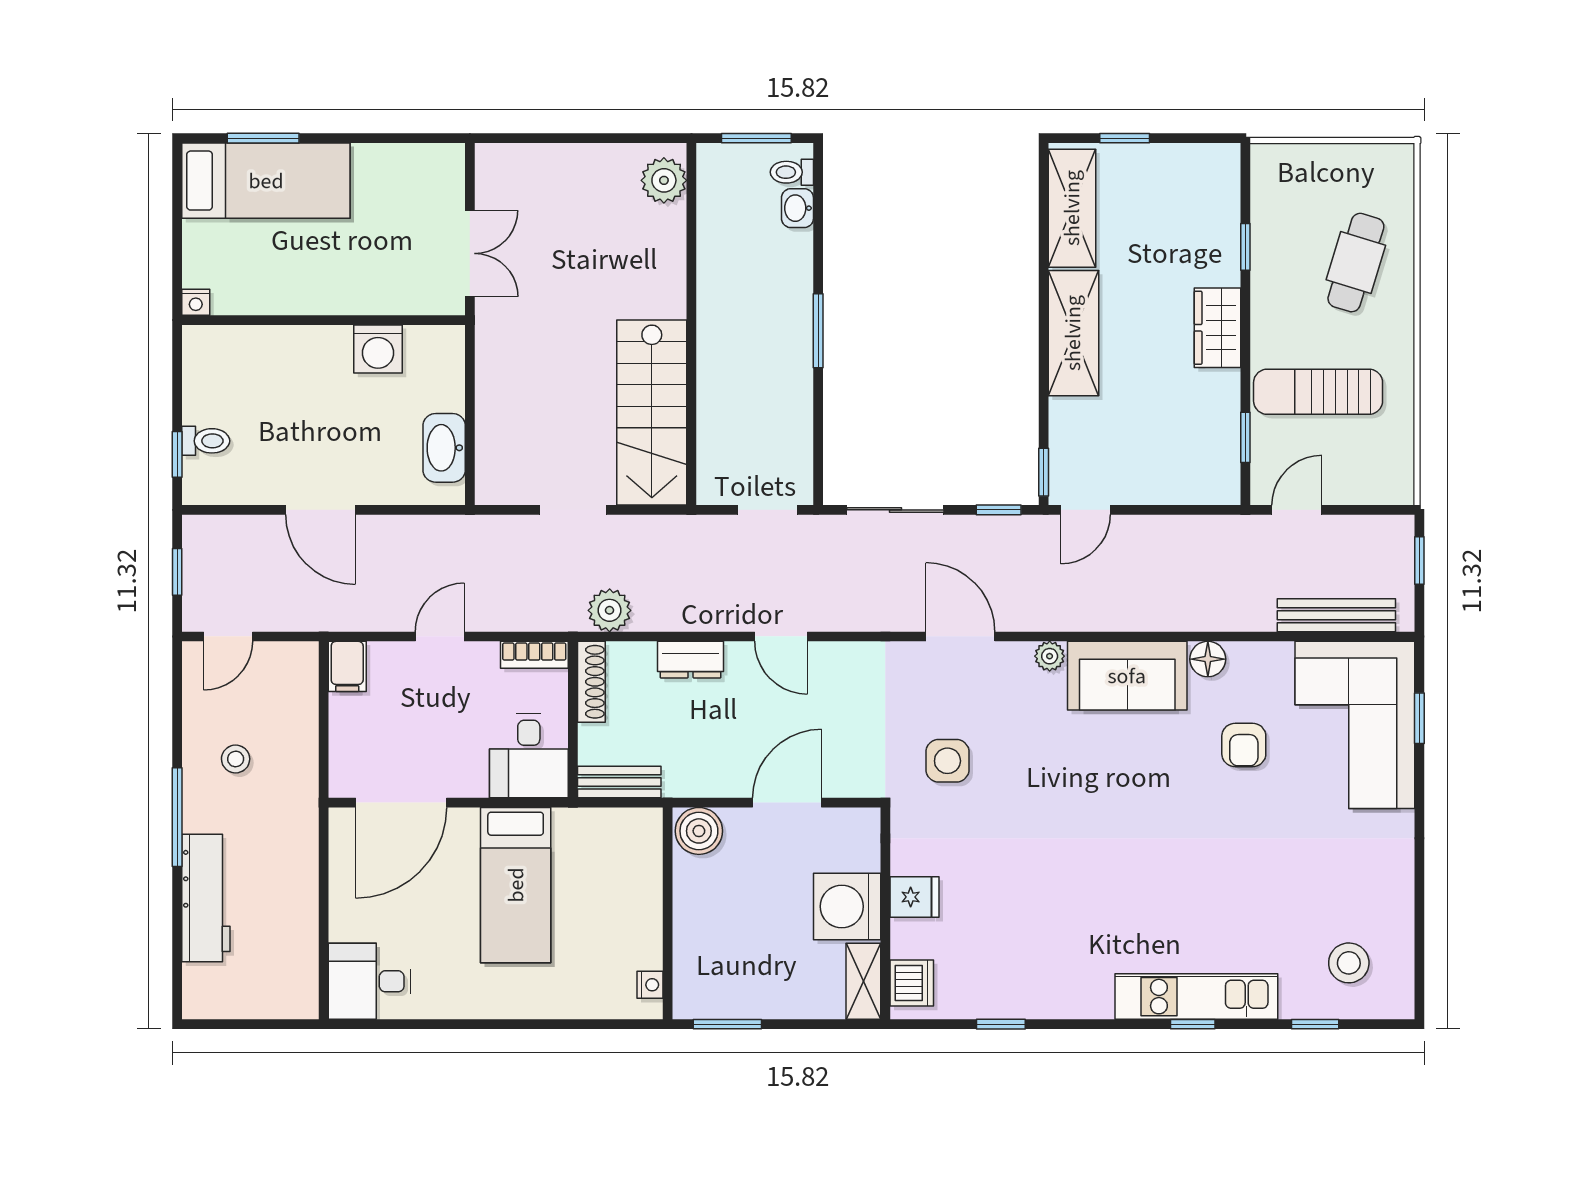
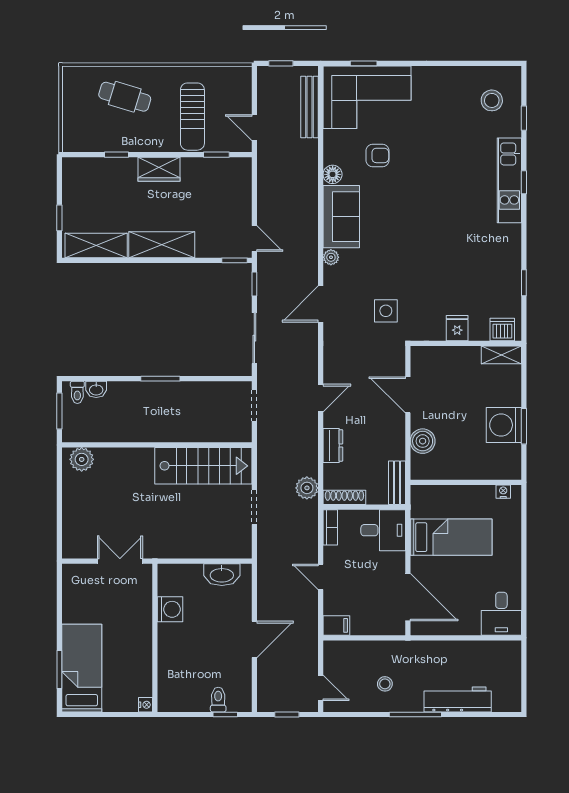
washing machine: (847, 906) -> (504, 425), moved, turned 90
wall: (668, 913) -> (466, 482), moved
nightstand: (650, 985) -> (503, 492), moved

